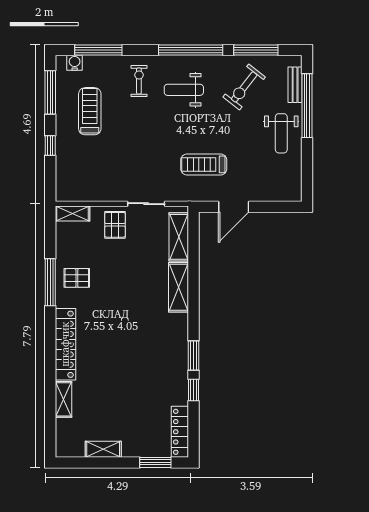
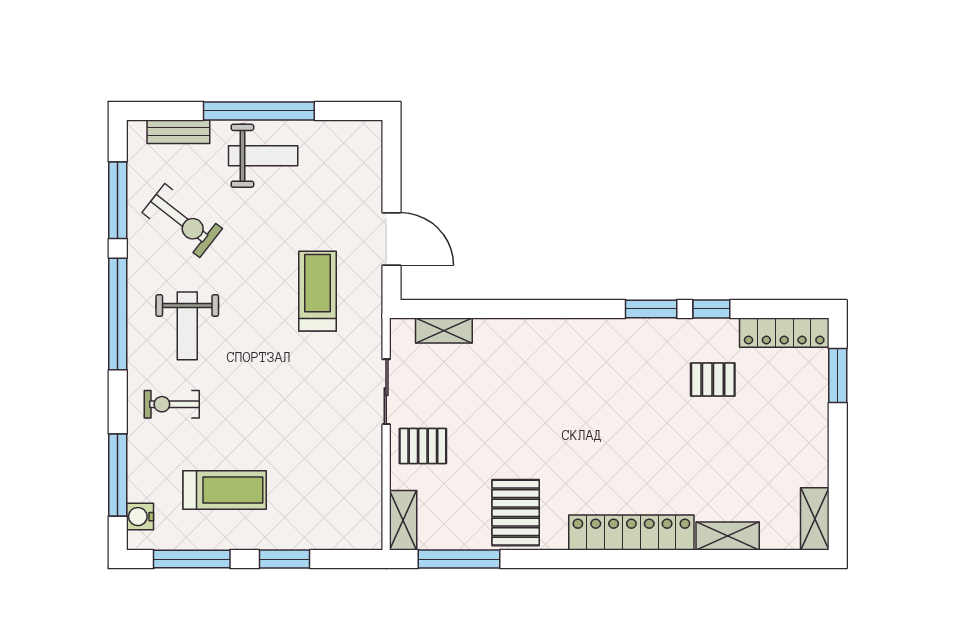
window: (307, 106) -> (259, 111), moved
treadmill: (90, 111) -> (225, 490), turned 180
window: (50, 146) -> (285, 559), width x1.50
treadmill: (204, 164) -> (318, 291), turned 180
shelving: (179, 237) -> (444, 331), width x0.67, depth x0.75
pallet: (77, 278) -> (516, 513), width x1.50, depth x1.42
window: (50, 282) -> (459, 559), moved
shelving: (178, 287) -> (532, 335), removed
pallet: (153, 391) -> (713, 380), added
shelving: (103, 449) -> (815, 519), moved

